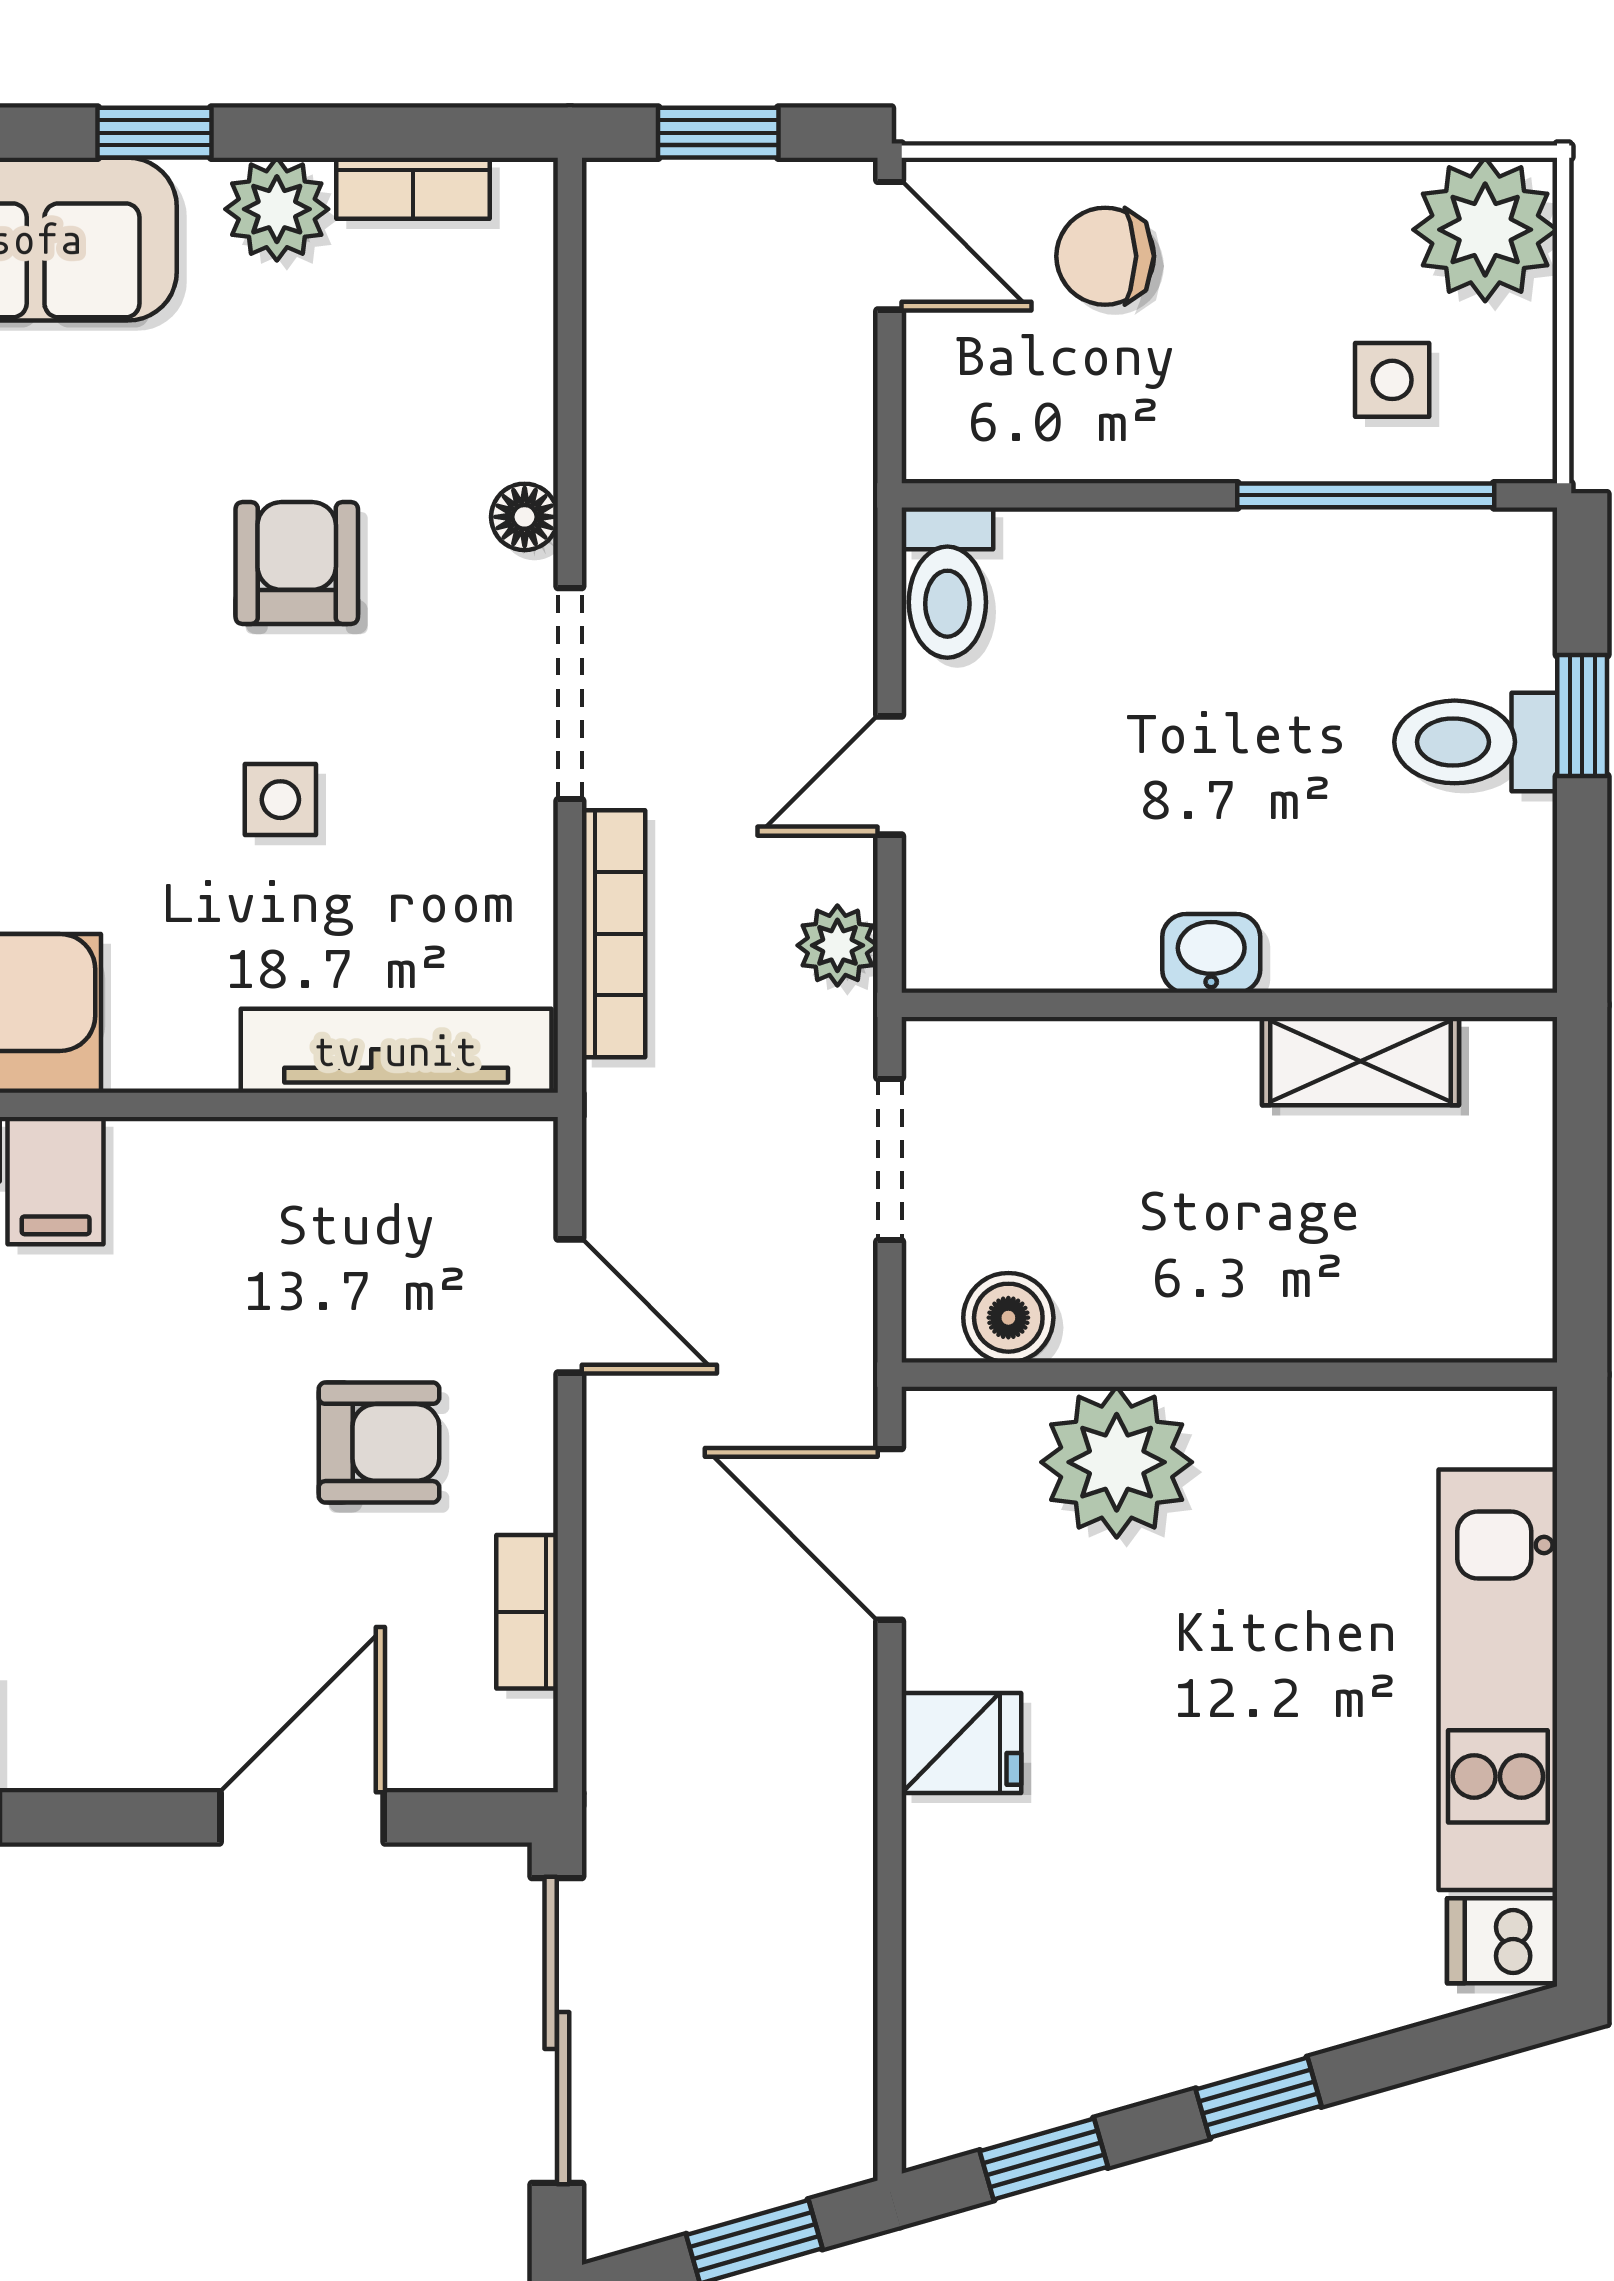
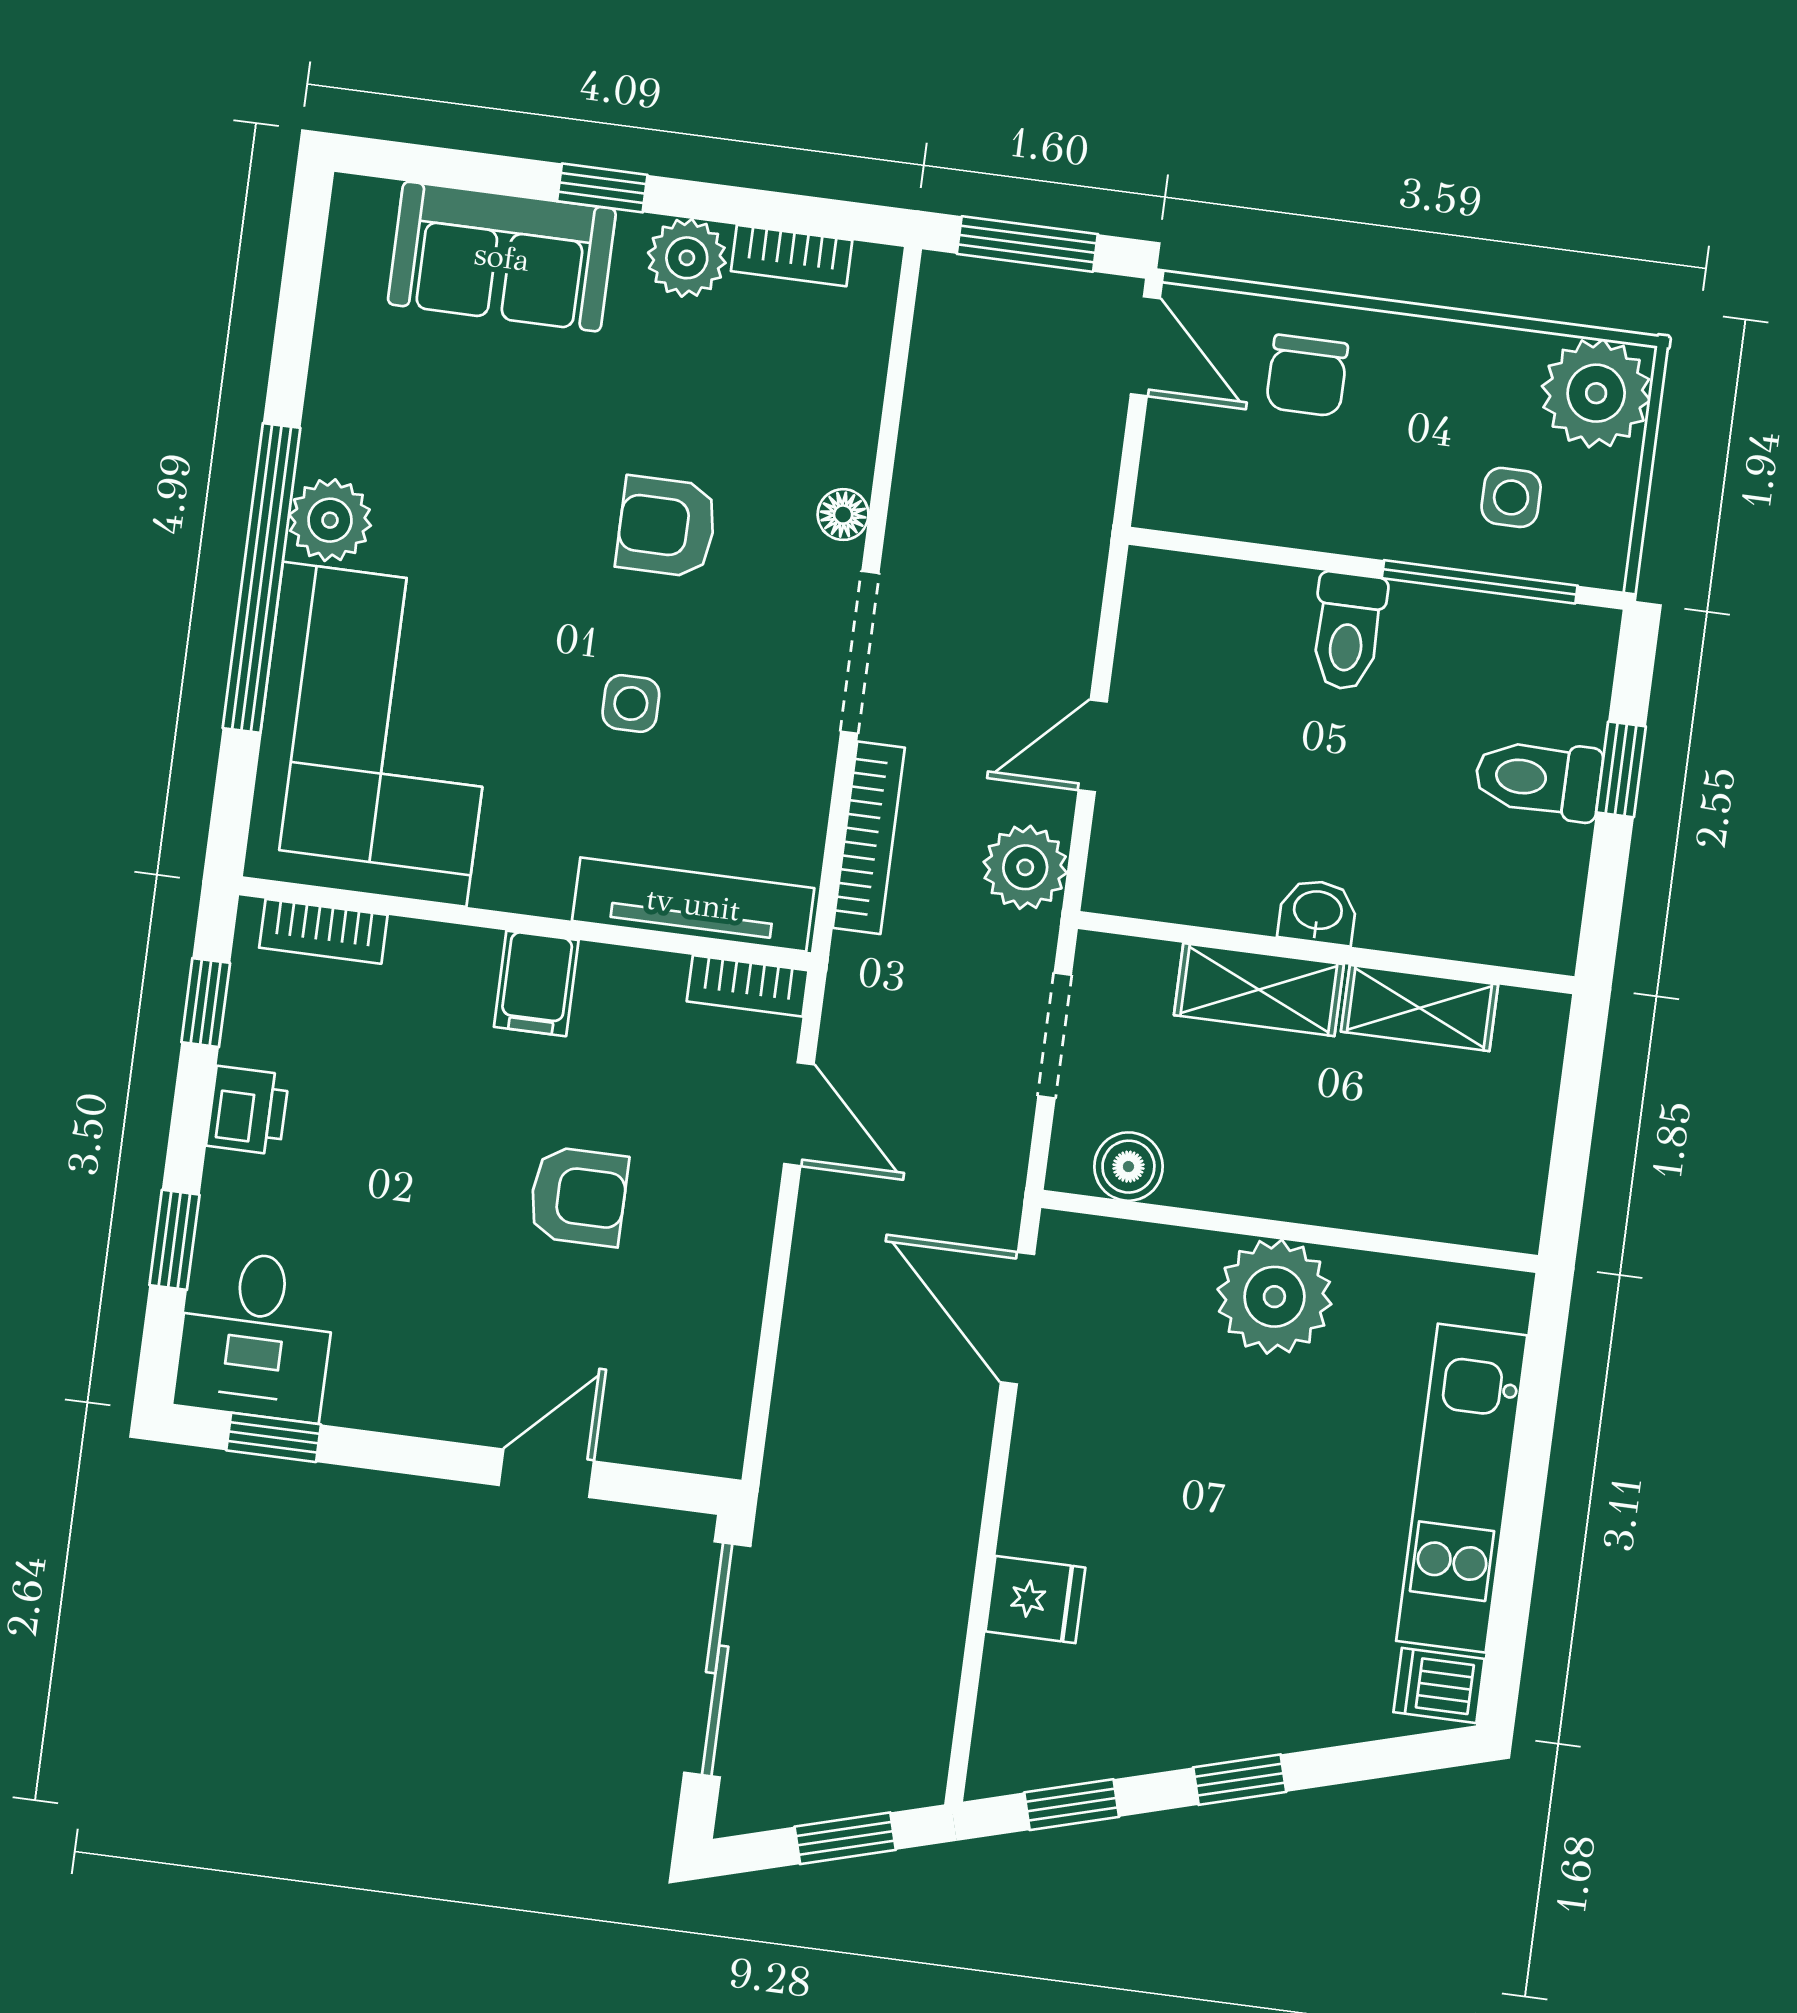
window: (718, 133) -> (1027, 244), width x1.50
chair: (1105, 256) -> (1307, 376), turned -90
armchair: (297, 563) -> (667, 527), turned -90
toilet: (947, 583) -> (1348, 631), moved
plant: (837, 945) -> (1025, 867), width x1.38, depth x1.38
shelving: (1148, 1065) -> (1259, 990), added
filing cabinet: (56, 1181) -> (536, 983), moved
armchair: (379, 1442) -> (578, 1196), moved
plant: (1117, 1462) -> (1274, 1297), moved
bookcase: (527, 1612) -> (748, 986), moved, turned -90
fridge: (961, 1743) -> (1035, 1599), moved
door: (302, 1817) -> (546, 1473), width x0.73

